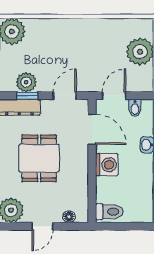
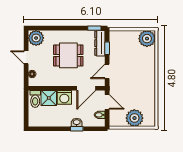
plant: (26, 82) -> (116, 47), removed
door: (65, 96) -> (107, 71), swing flipped
shower: (108, 190) -> (49, 98), added

